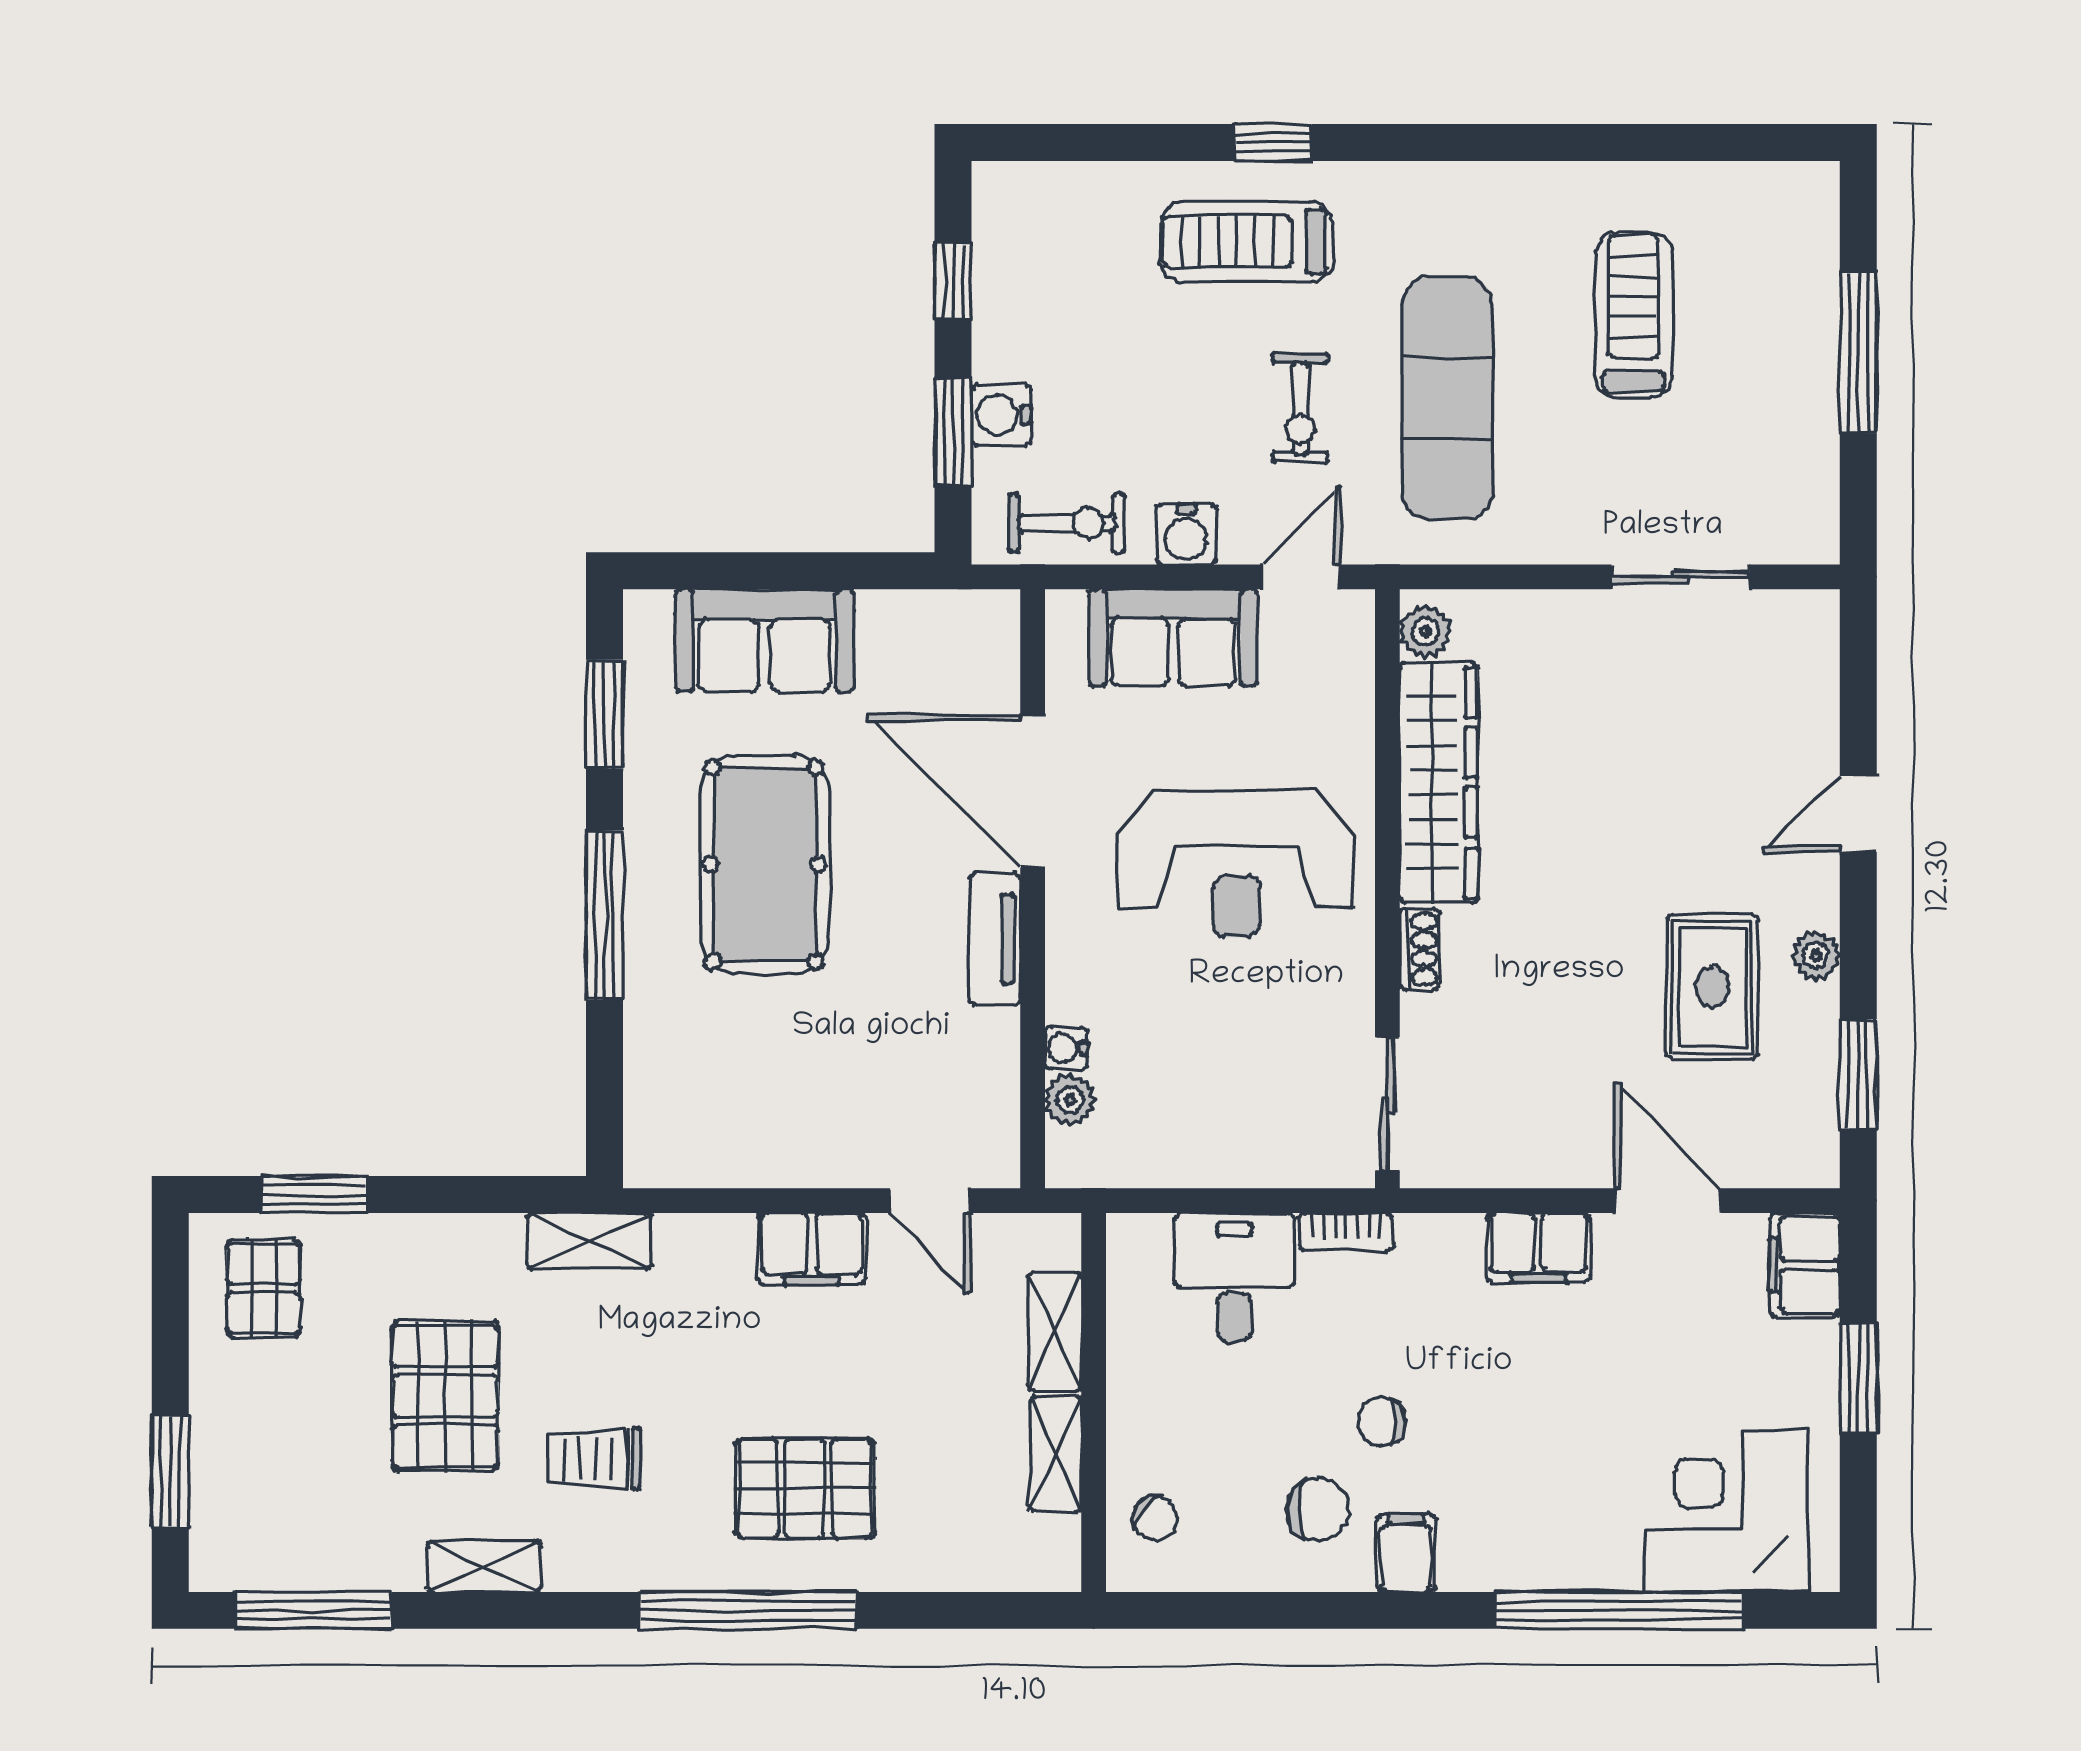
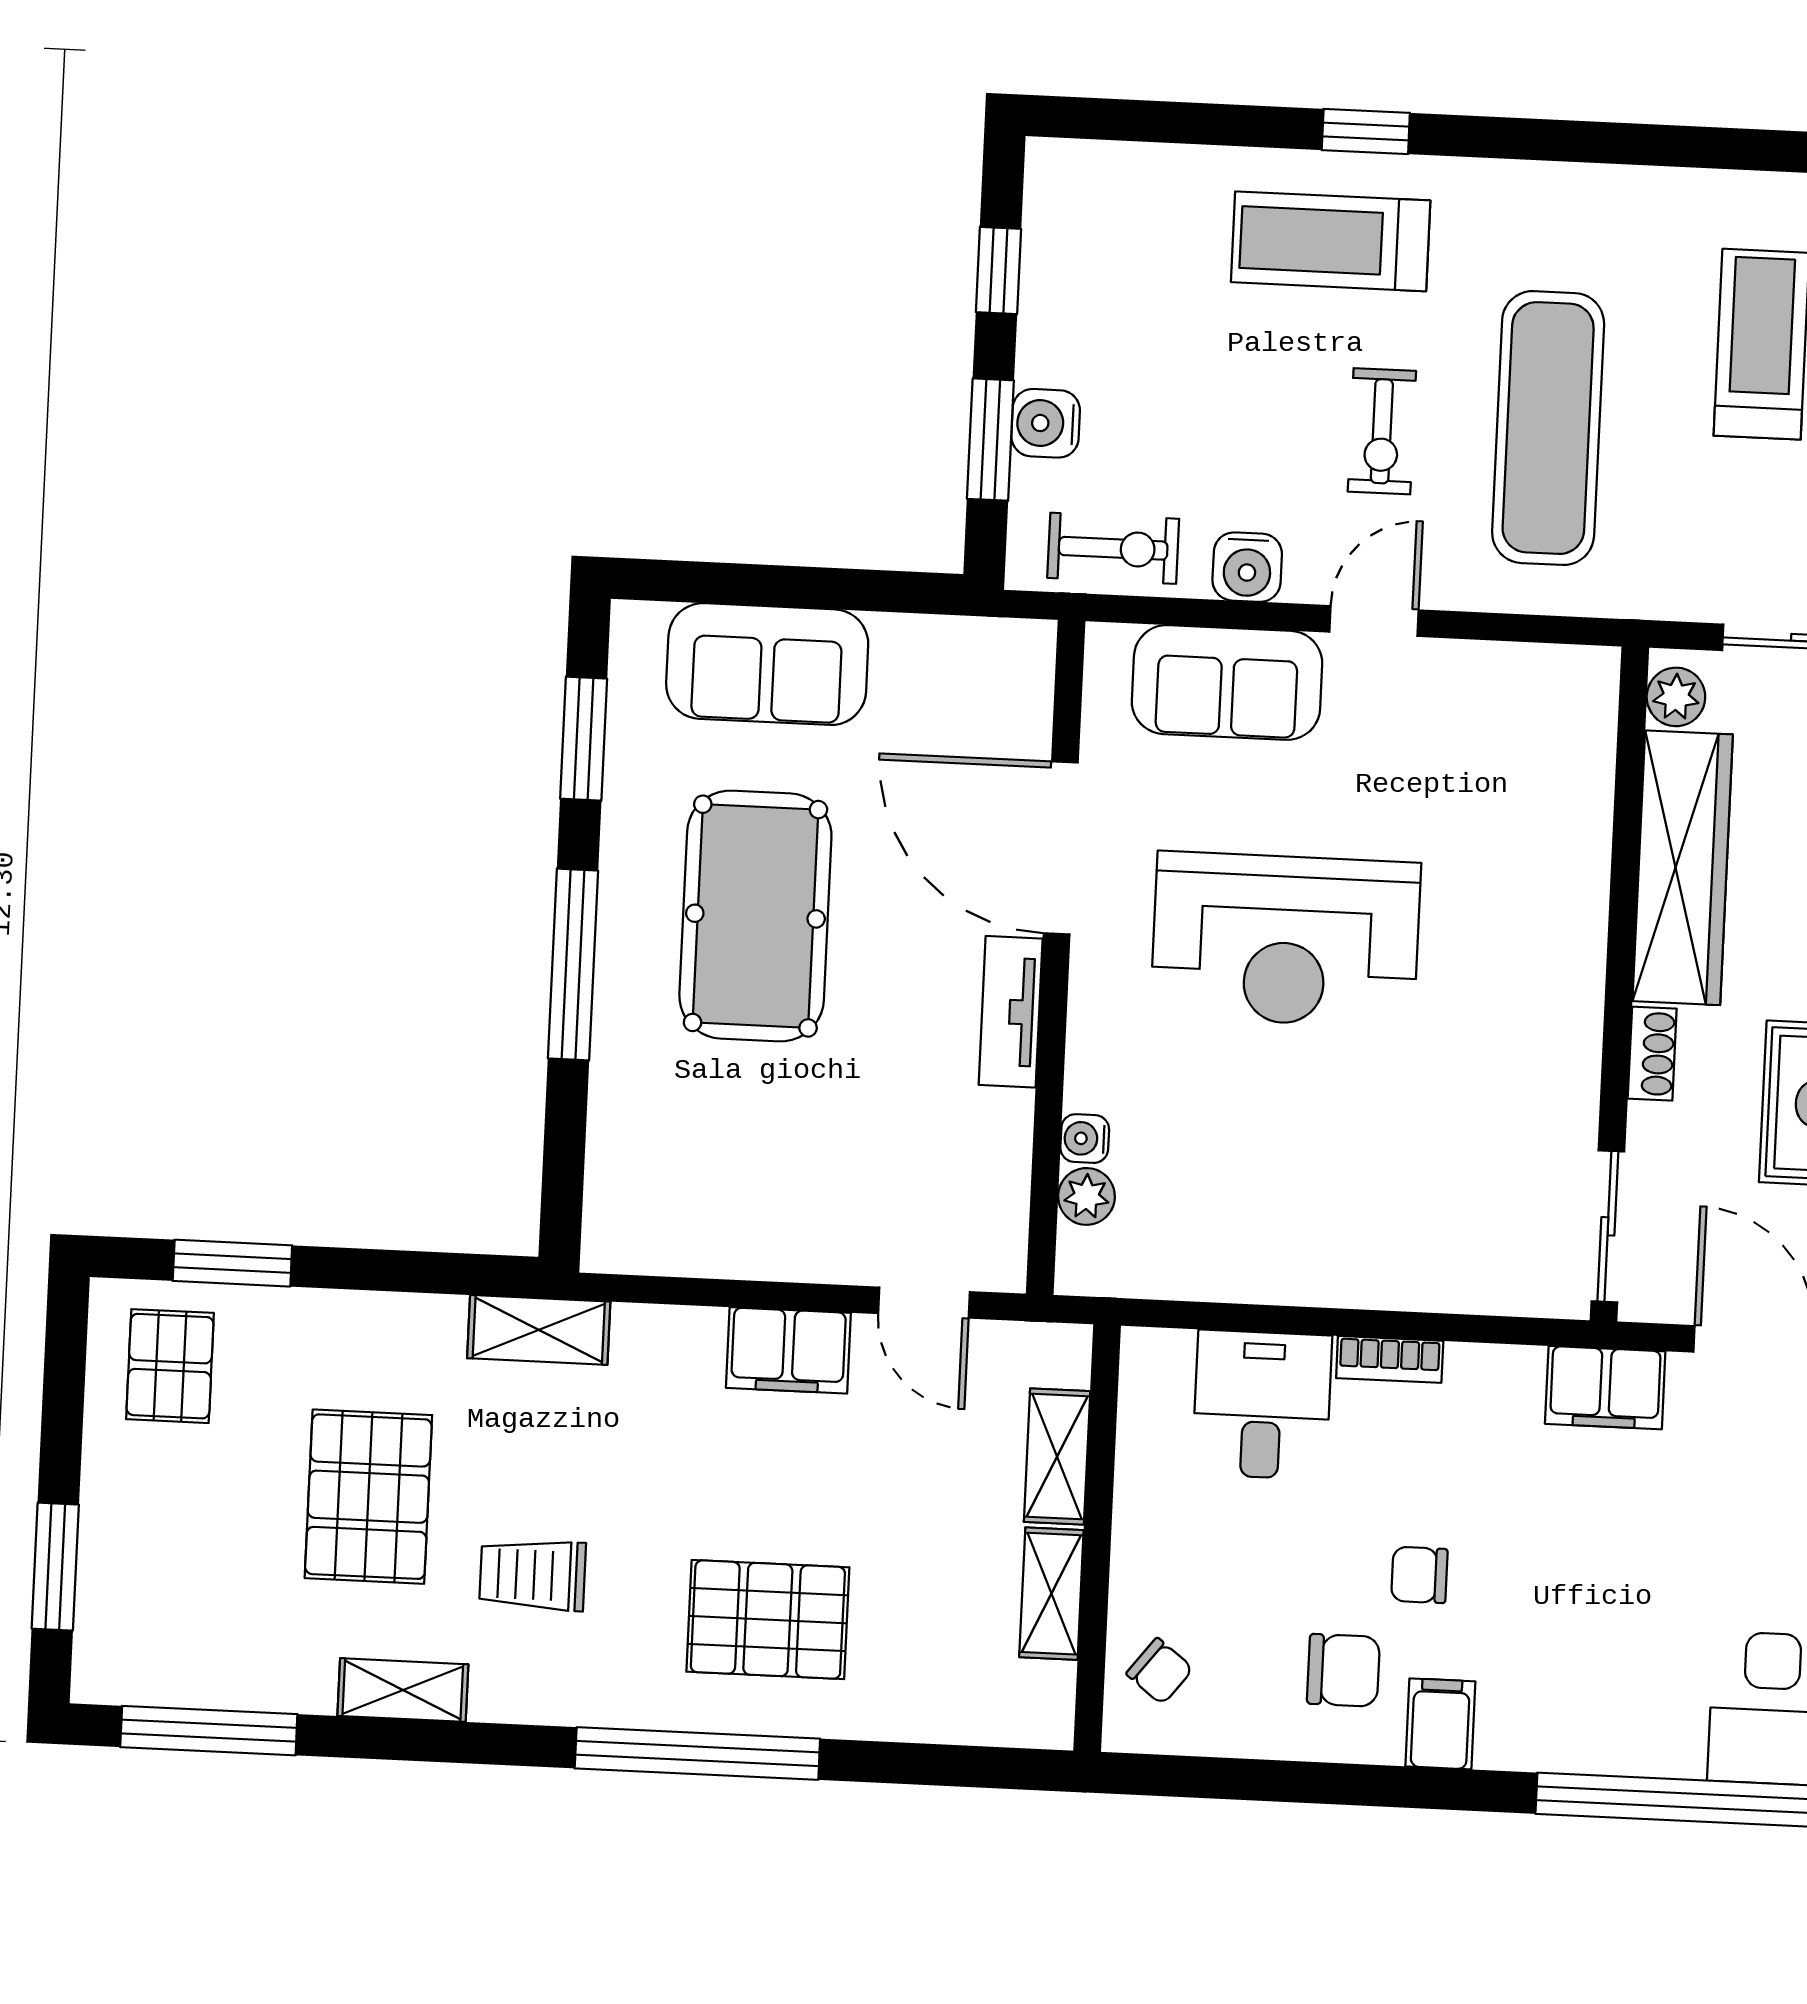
plant: (1426, 632) -> (1676, 697), moved
wardrobe: (1439, 783) -> (1683, 868), moved
wall: (1387, 889) -> (1619, 984), moved
shoe rack: (1419, 949) -> (1652, 1054), moved
sliding door: (1387, 1104) -> (1608, 1226), moved

